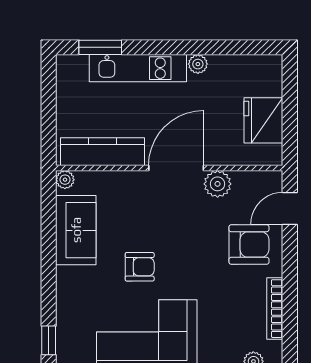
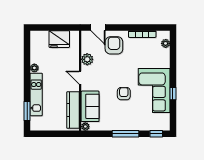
door: (176, 168) -> (80, 78), width x0.53
sofa: (76, 230) -> (90, 106), moved, turned 90
window: (49, 271) -> (126, 134), added

